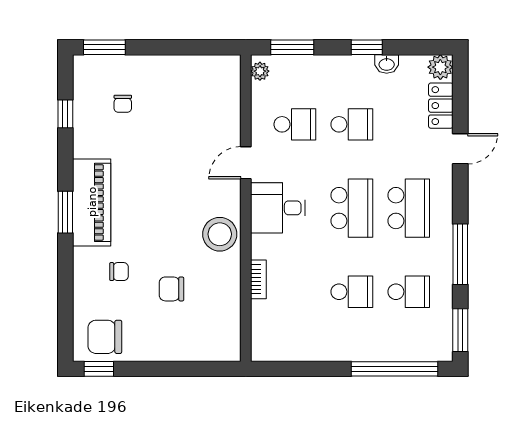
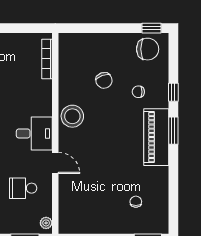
window: (65, 114) -> (173, 92), moved
door: (246, 163) -> (55, 163), hinge flipped
bookcase: (258, 279) -> (47, 59), moved, width x1.56
chair: (172, 289) -> (104, 80), turned 70

